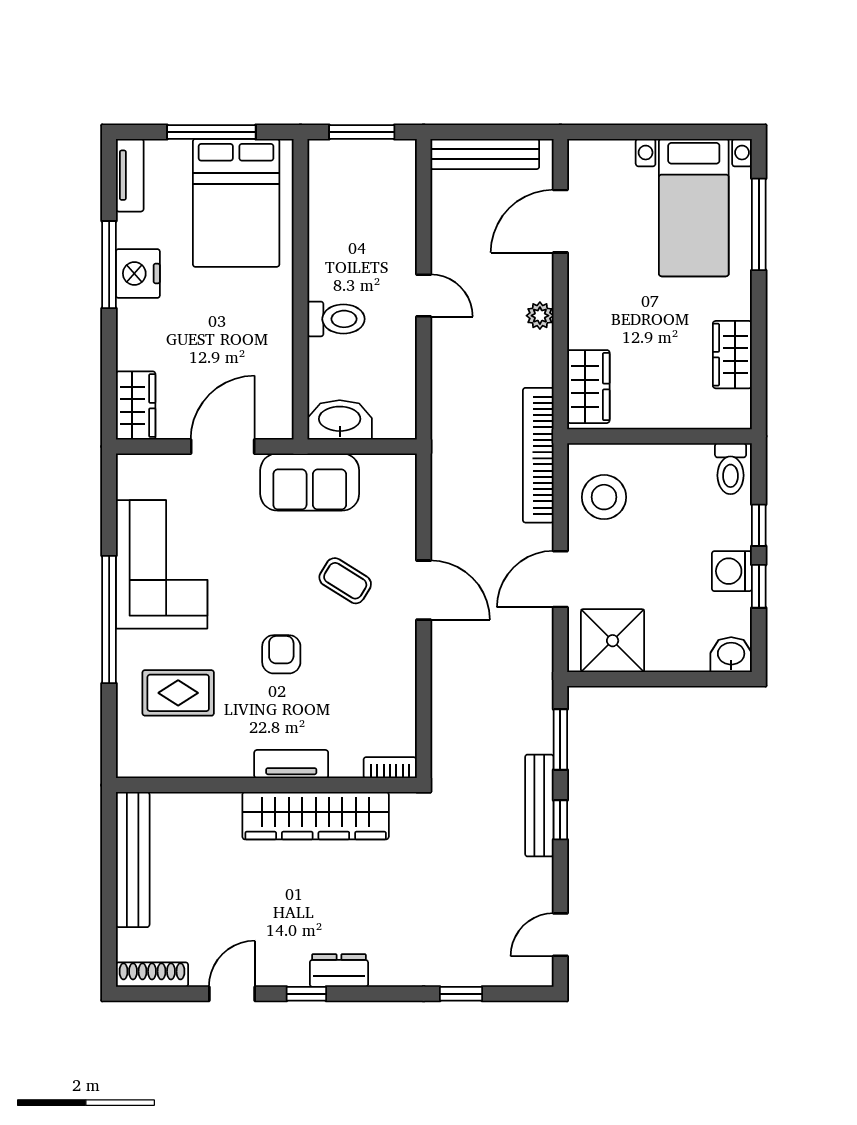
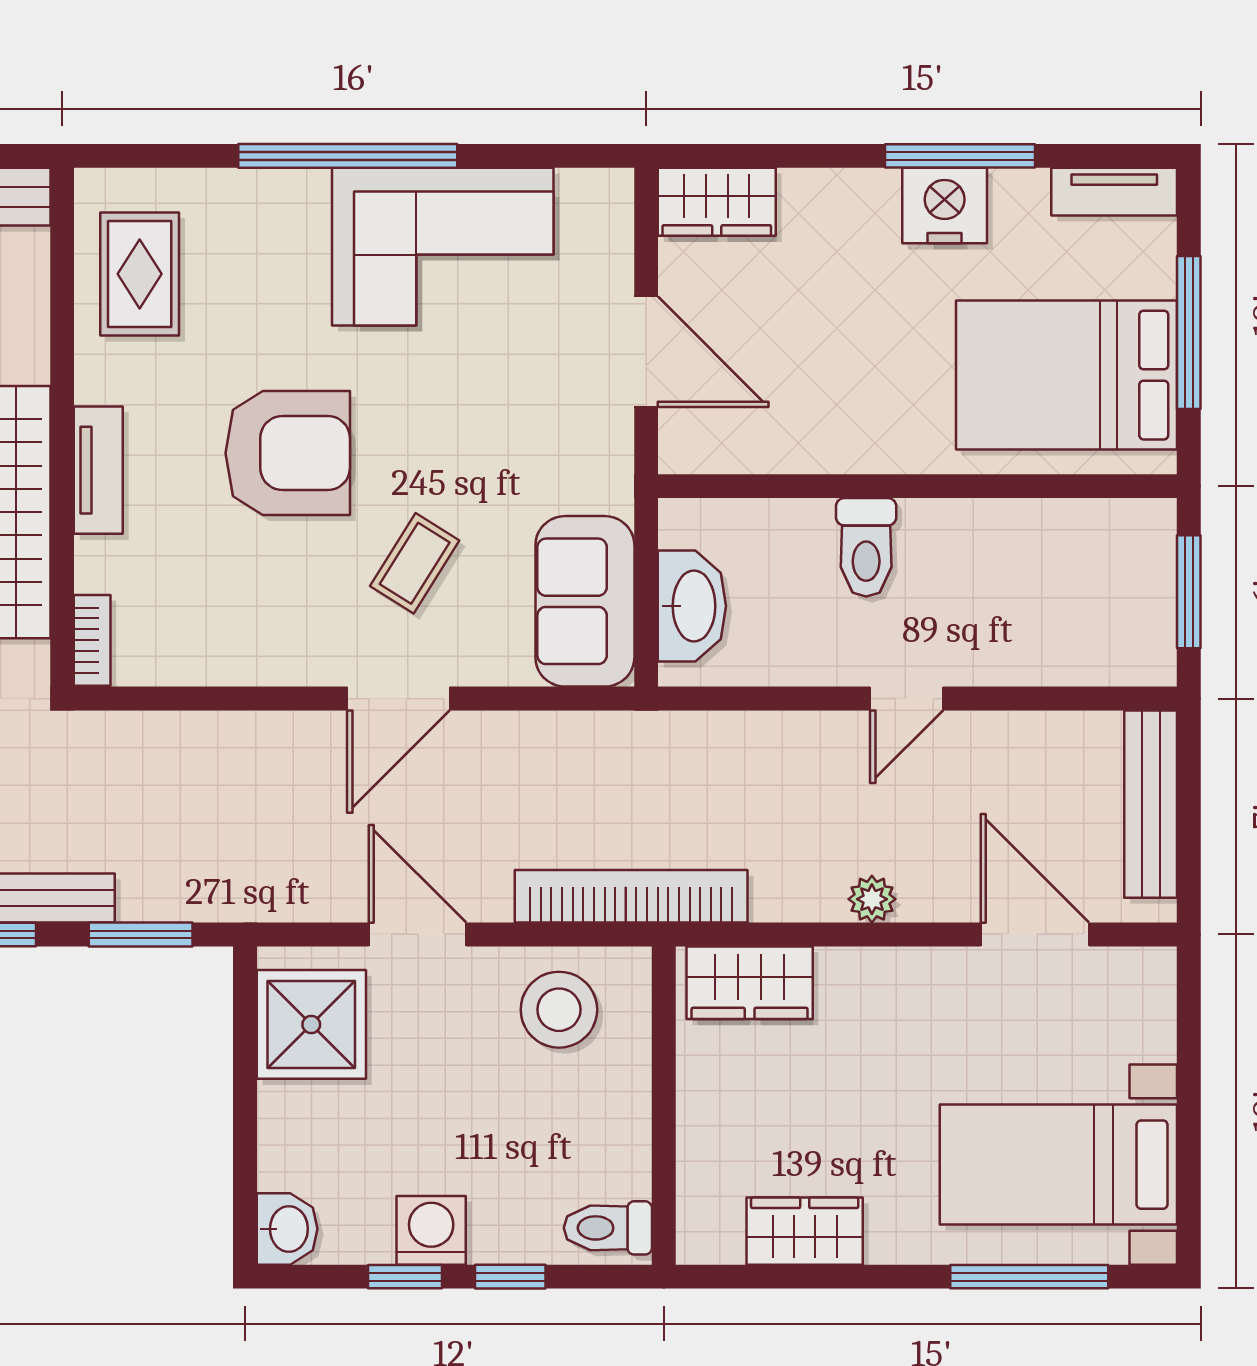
washbasin: (340, 420) -> (692, 606), moved
sofa: (310, 482) -> (585, 601), moved
armchair: (281, 654) -> (288, 453), width x1.88, depth x1.88
rug: (178, 693) -> (140, 274), moved

